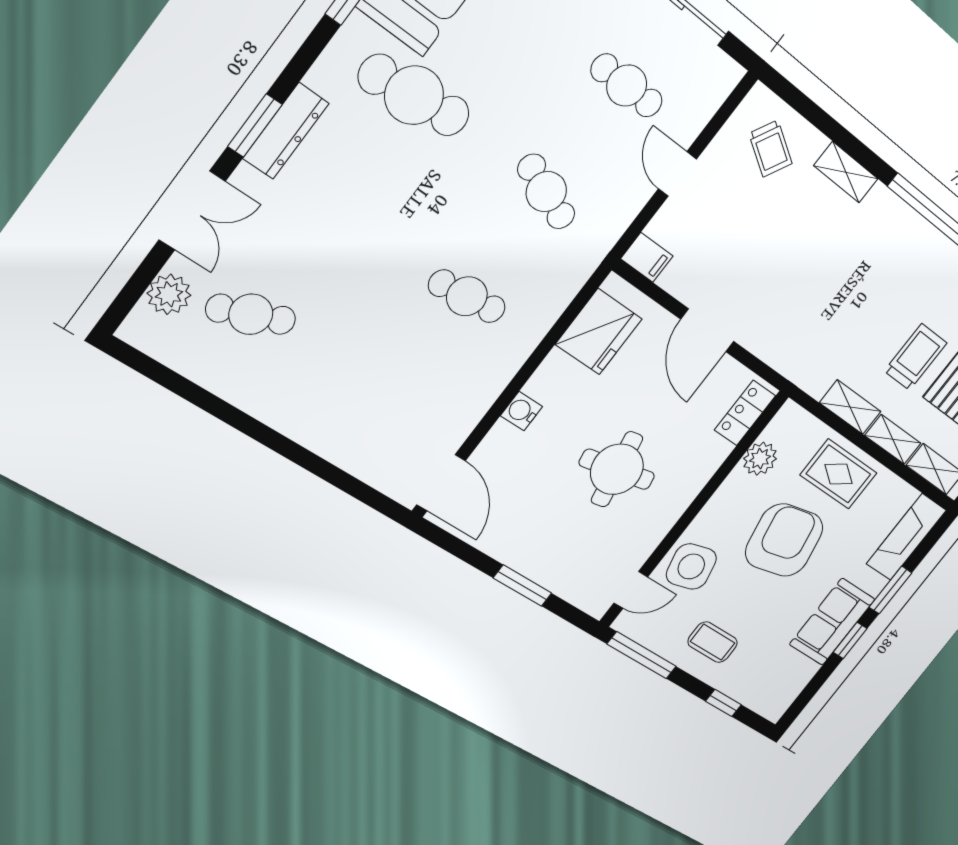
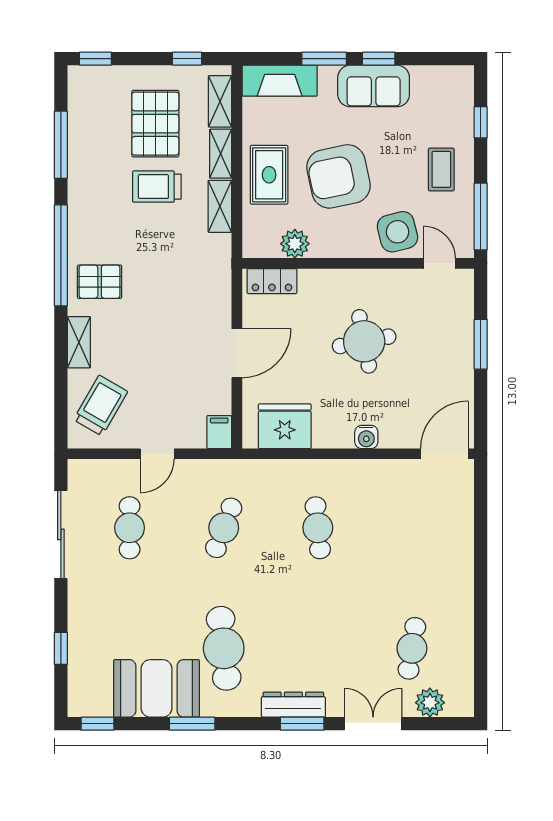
trolley: (771, 149) -> (101, 406), width x1.36, depth x1.39
pallet: (882, 237) -> (100, 282), added
cafe table: (251, 314) -> (412, 648), turned 30

